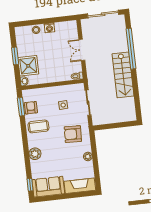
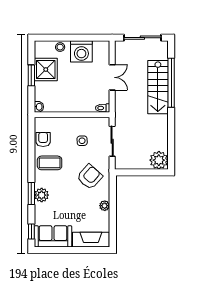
washing machine: (49, 28) -> (81, 51), width x1.89, depth x1.89
double door: (82, 50) -> (112, 77), swing flipped
shower: (28, 66) -> (46, 70), moved
stairs: (123, 75) -> (158, 87), moved
window: (21, 107) -> (31, 193), moved
plant: (128, 114) -> (159, 160), added
armchair: (73, 134) -> (90, 177), turned 130

